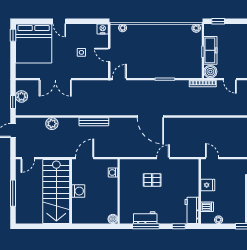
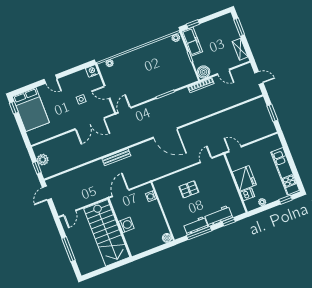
bed: (34, 43) -> (31, 110), width x0.73
freezer: (210, 50) -> (192, 42), moved
double door: (55, 79) -> (90, 124), moved
plant: (52, 124) -> (79, 173), removed
door: (163, 158) -> (206, 160), moved
fridge: (208, 185) -> (244, 178), width x1.88, depth x1.34
workbench: (192, 210) -> (218, 216), moved, turned 90

